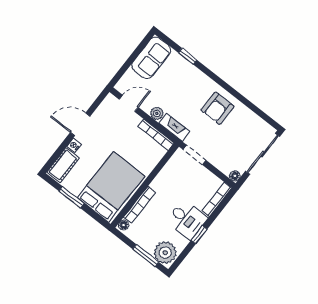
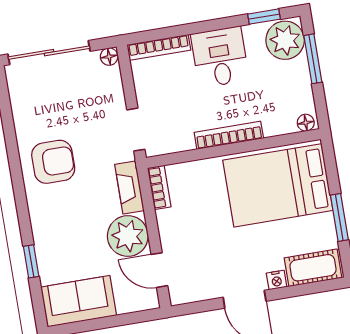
plant: (157, 113) -> (128, 236), width x1.88, depth x1.88
bookcase: (156, 135) -> (159, 187), width x0.64
bookcase: (140, 205) -> (229, 135), moved
window: (199, 235) -> (264, 17), moved

